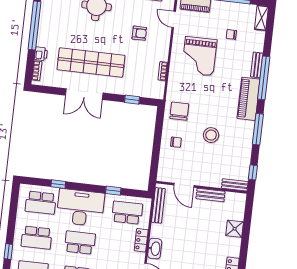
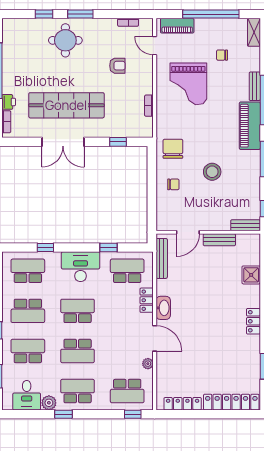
door: (184, 185) -> (188, 232), hinge flipped
school desk: (41, 203) -> (28, 271), turned 180
desk: (80, 208) -> (81, 267), width x0.73, depth x0.77

